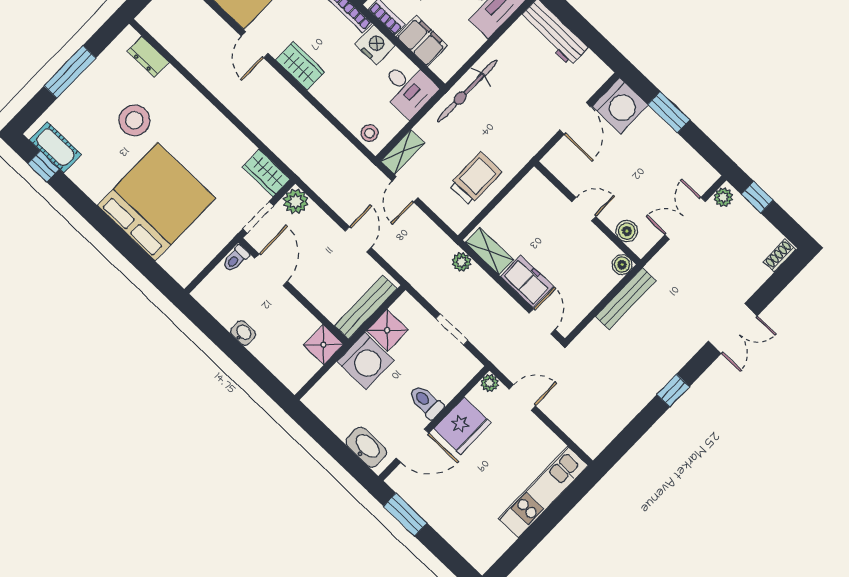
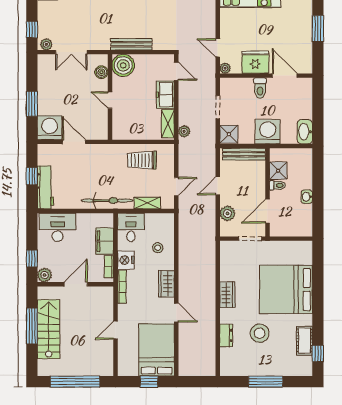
window: (583, 29) -> (32, 176), added
door: (255, 45) -> (176, 312), hinge flipped
dresser: (148, 57) -> (226, 335), moved
door: (575, 118) -> (74, 142), hinge flipped
stool: (370, 133) -> (158, 248), moved
cot: (55, 147) -> (304, 341), moved
shelving: (403, 152) -> (147, 203), moved
wardrobe: (266, 173) -> (227, 295), moved
plant: (296, 201) -> (227, 213), moved
toilet: (236, 259) -> (278, 185), moved
boiler: (622, 265) -> (123, 65), width x1.86, depth x1.86
door: (542, 321) -> (176, 71), swing flipped
shower: (387, 330) -> (229, 134), moved
shower: (323, 345) -> (278, 171), moved
washbasin: (366, 447) -> (305, 132), moved
window: (405, 515) -> (318, 29), moved

